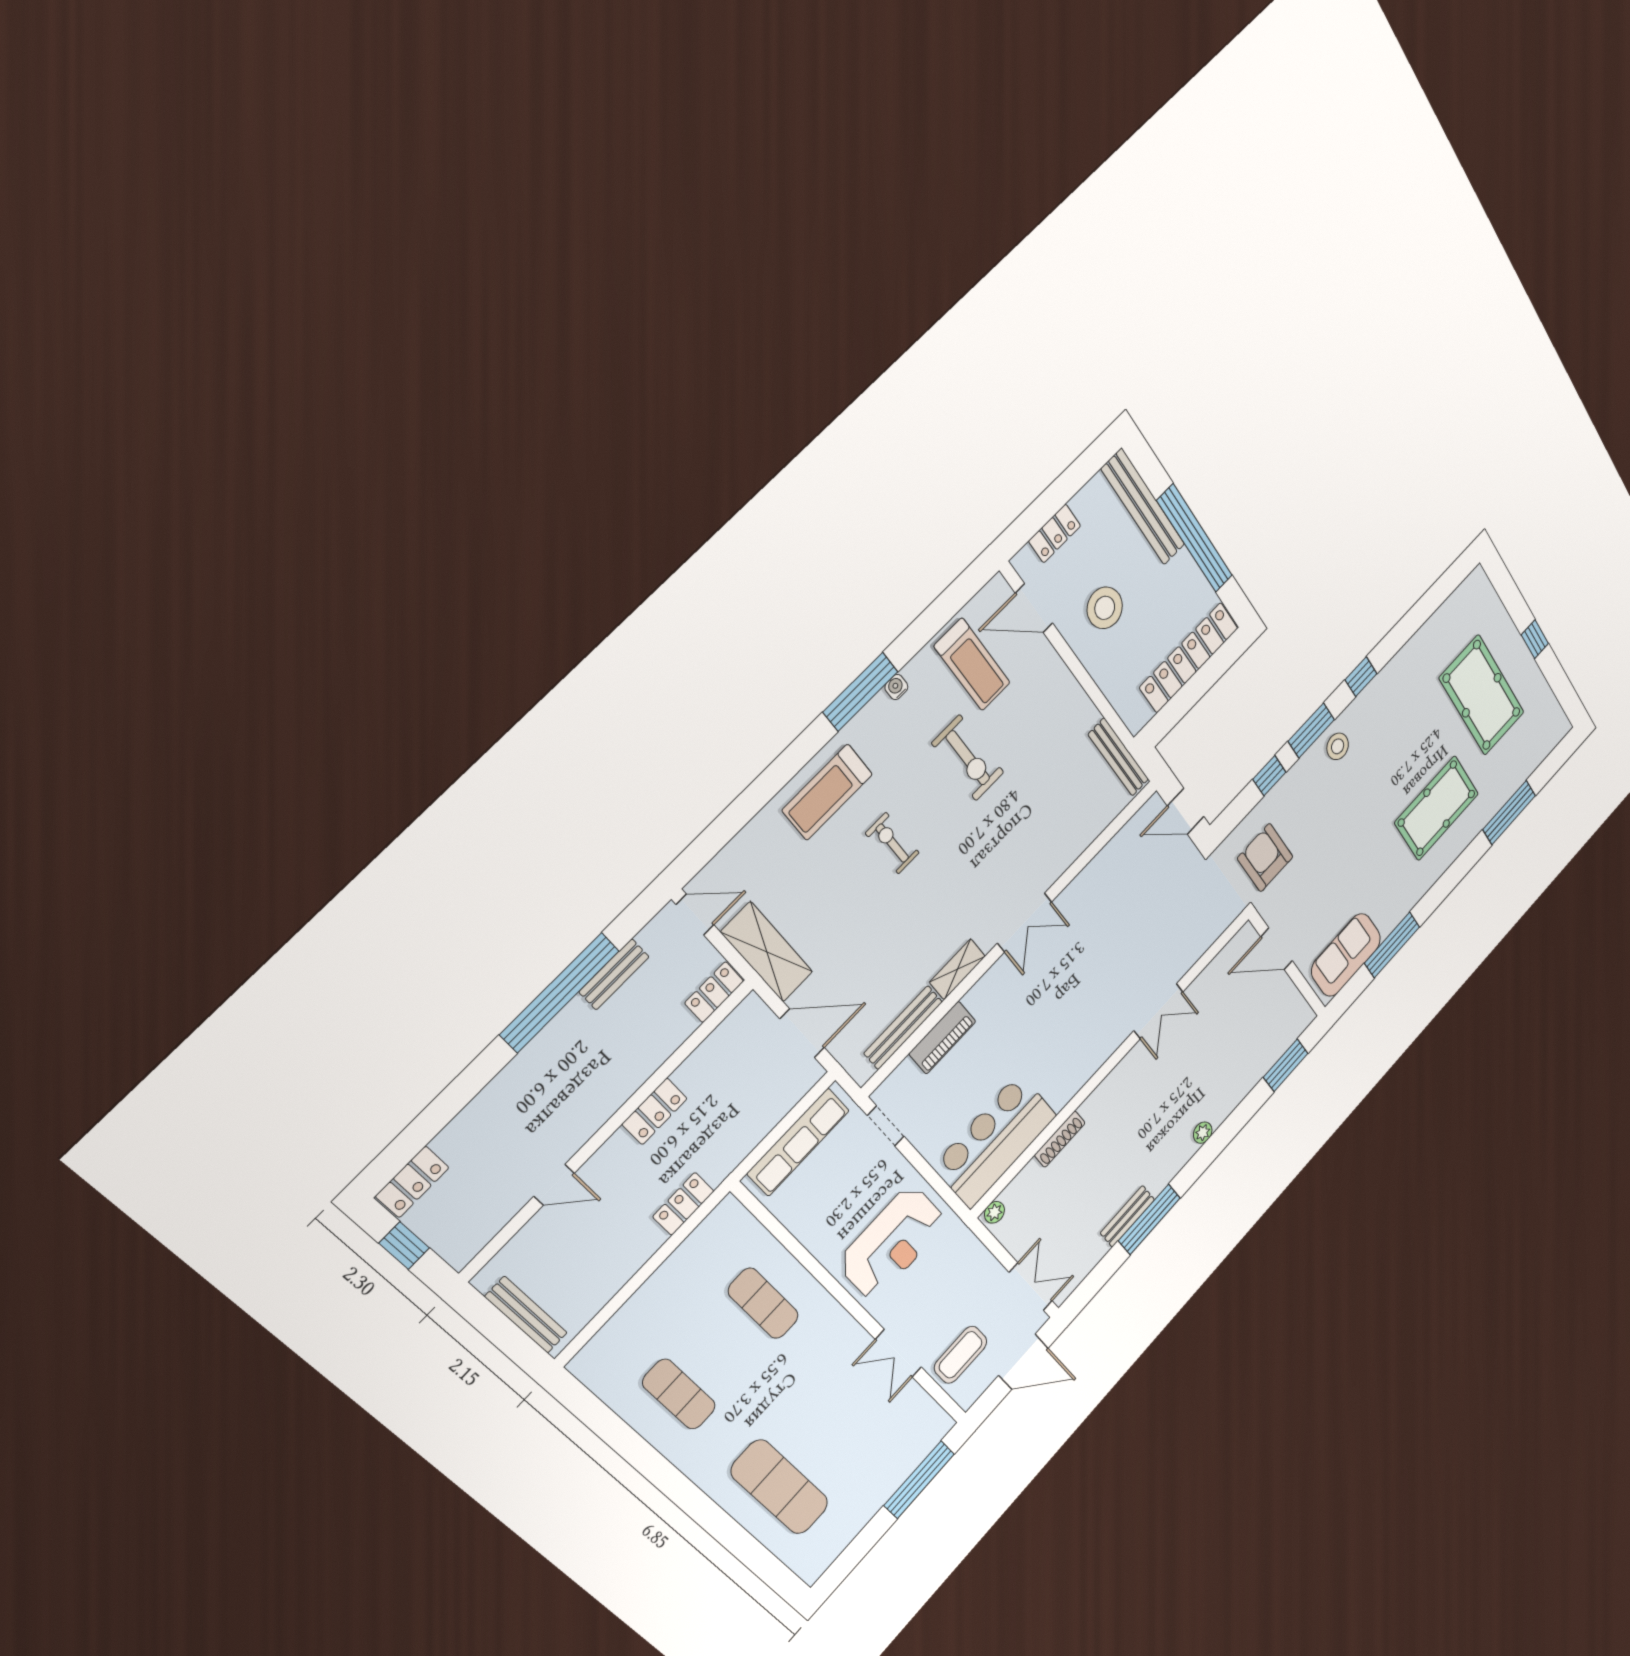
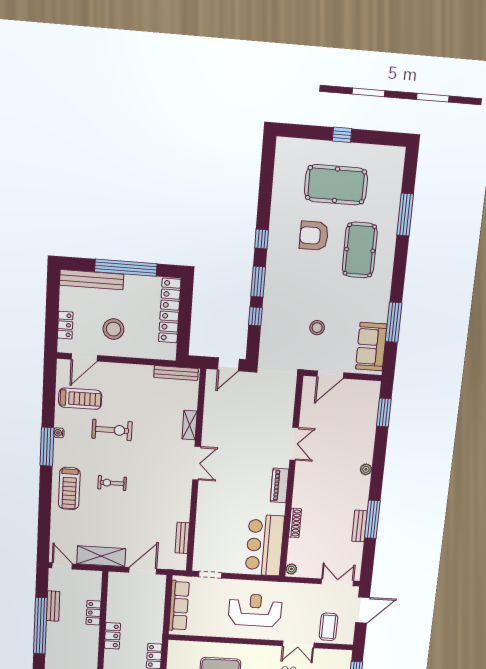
stool: (1338, 746) -> (317, 328), moved
armchair: (1265, 858) -> (314, 236), moved
door: (695, 915) -> (62, 566), hinge flipped
shelving: (957, 969) -> (190, 425), moved
locker: (714, 992) -> (93, 613), moved
bench: (903, 1028) -> (182, 538), width x0.73
piano: (942, 1038) -> (280, 485), moved, turned 180
reception desk: (892, 1242) -> (255, 610), turned -90

